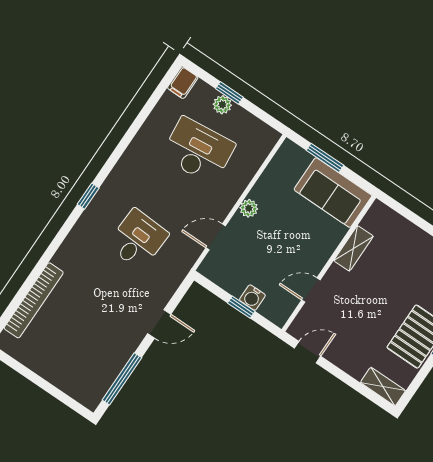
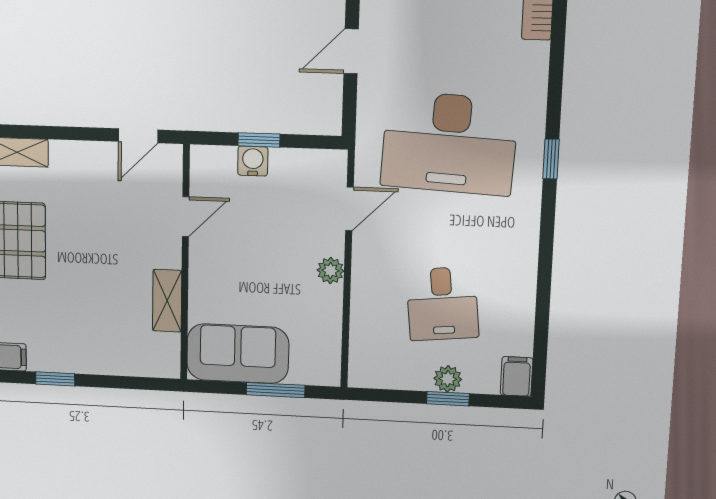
desk: (198, 151) -> (442, 304), width x0.73
desk: (138, 239) -> (449, 143), width x1.87, depth x1.30

